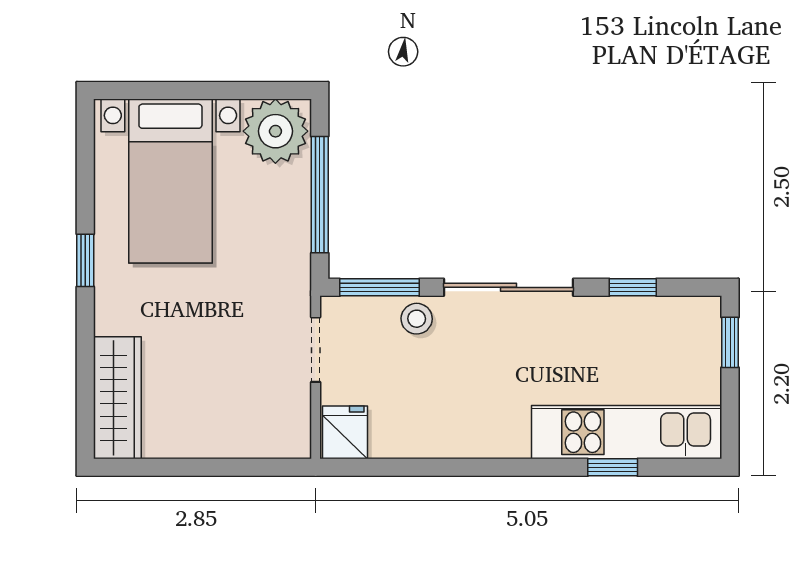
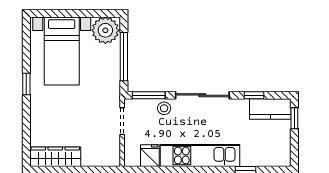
kitchen counter: (672, 321) -> (270, 109), added
wardrobe: (117, 398) -> (55, 157), moved, turned -90
fridge: (345, 432) -> (150, 156), moved
kitchen unit: (627, 432) -> (200, 155), moved

